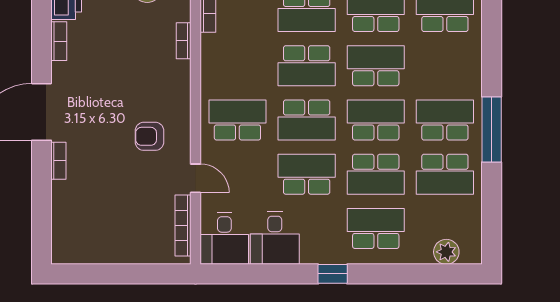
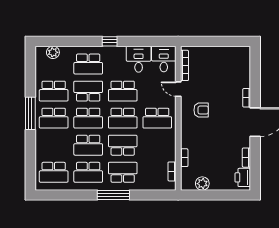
school desk: (307, 120) -> (123, 118), turned 180
school desk: (445, 174) -> (54, 91), turned 180

